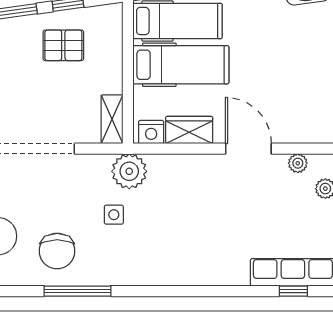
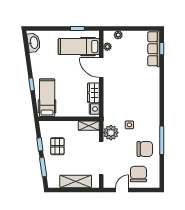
hospital bed: (181, 65) -> (79, 47), moved, turned -90
door: (248, 149) -> (101, 68), hinge flipped
plant: (129, 171) -> (111, 133), moved

